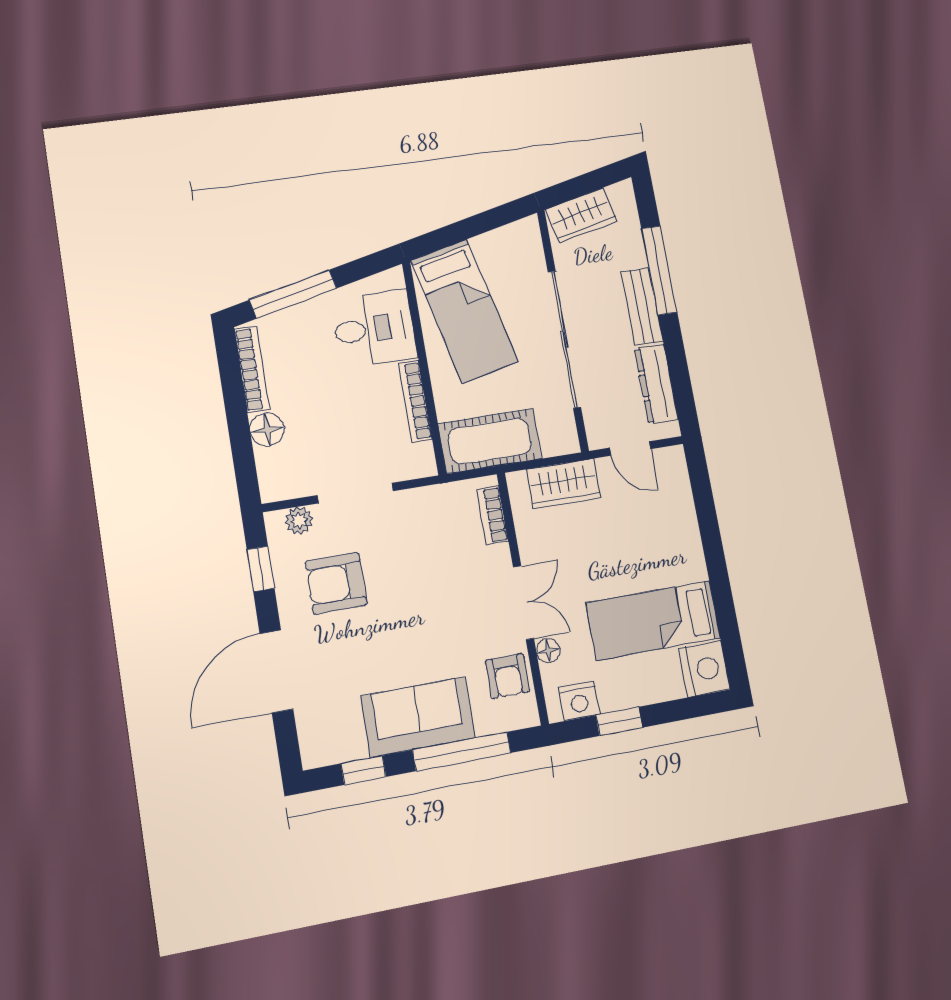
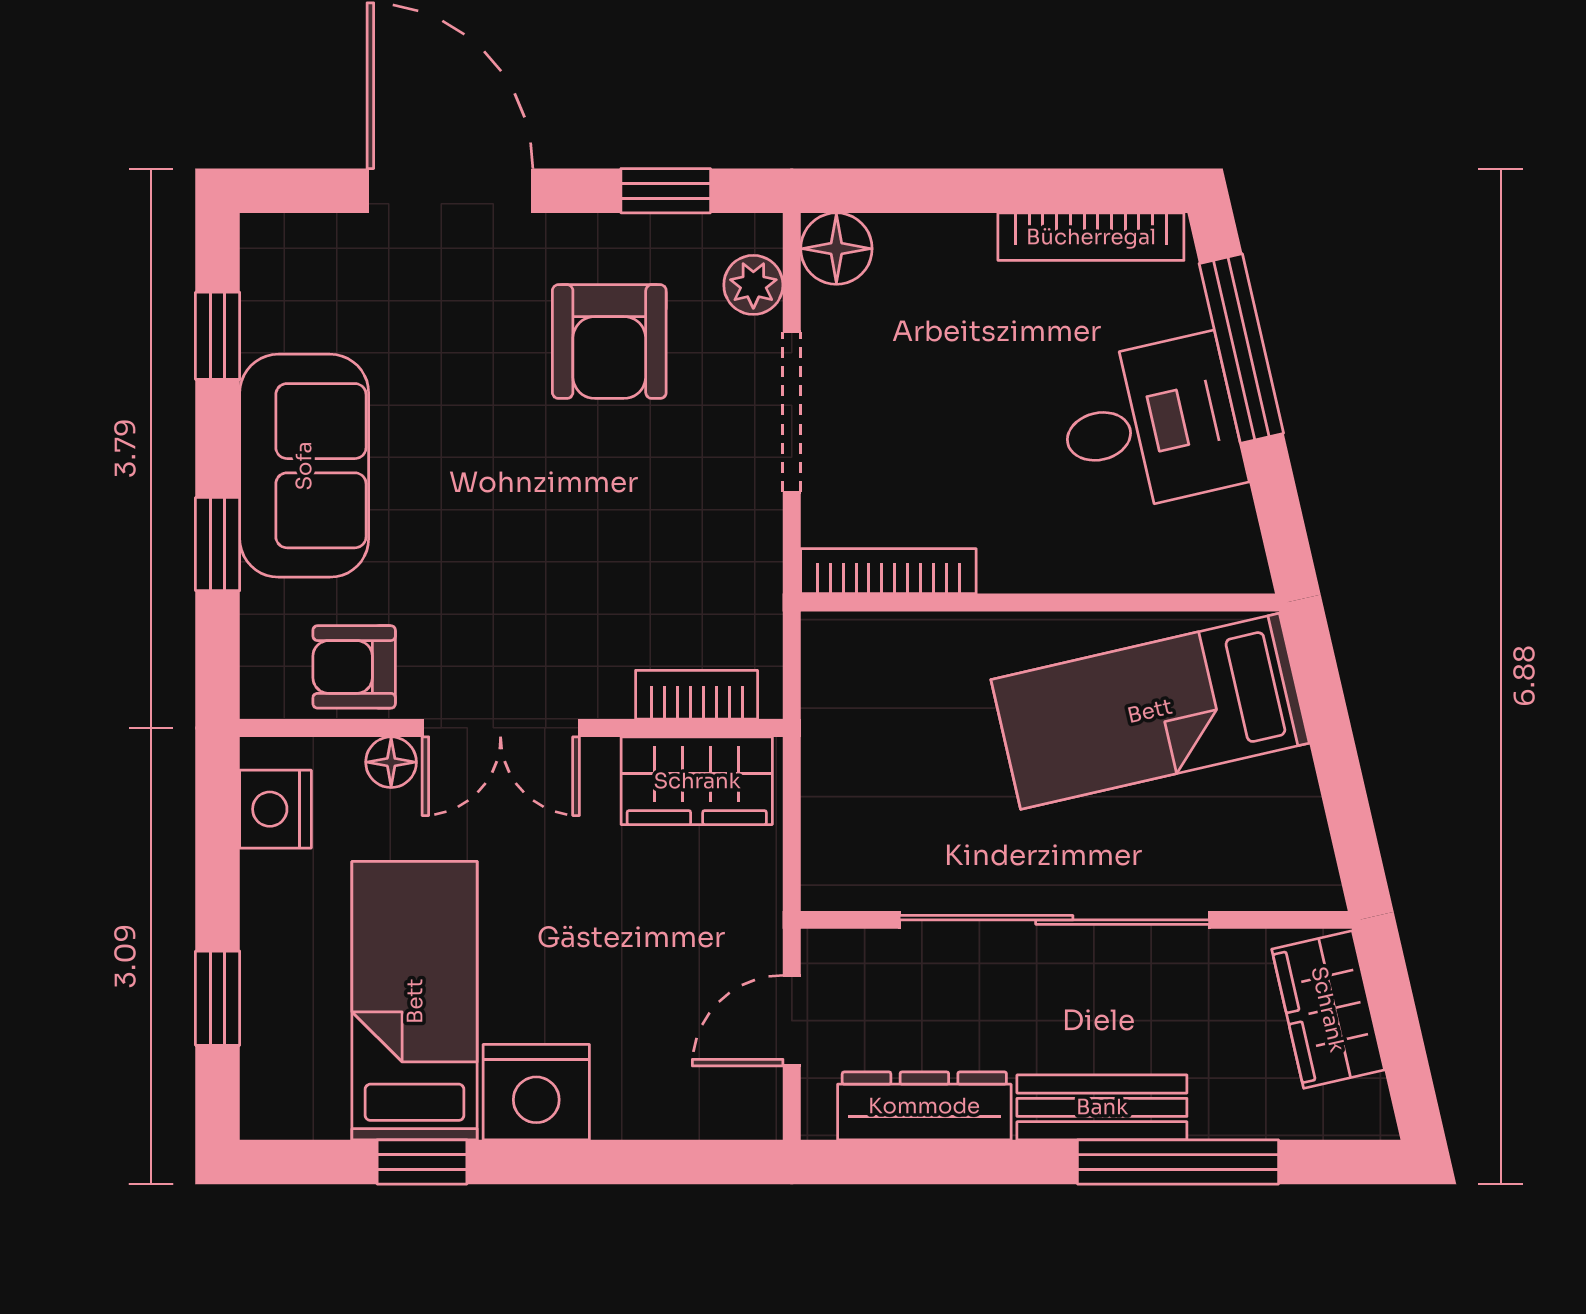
desk: (374, 329) -> (1150, 425), moved, turned -103
bookcase: (415, 401) -> (888, 571), moved
floor lamp: (267, 430) -> (836, 249), moved
cot: (490, 441) -> (857, 717), removed
wardrobe: (563, 484) -> (697, 781), moved, turned -90
armchair: (336, 583) -> (609, 342), turned 180
window: (724, 604) -> (422, 1162), added
nightstand: (704, 669) -> (536, 1092), moved
window: (619, 721) -> (218, 998), moved
window: (462, 751) -> (218, 544), width x0.46

